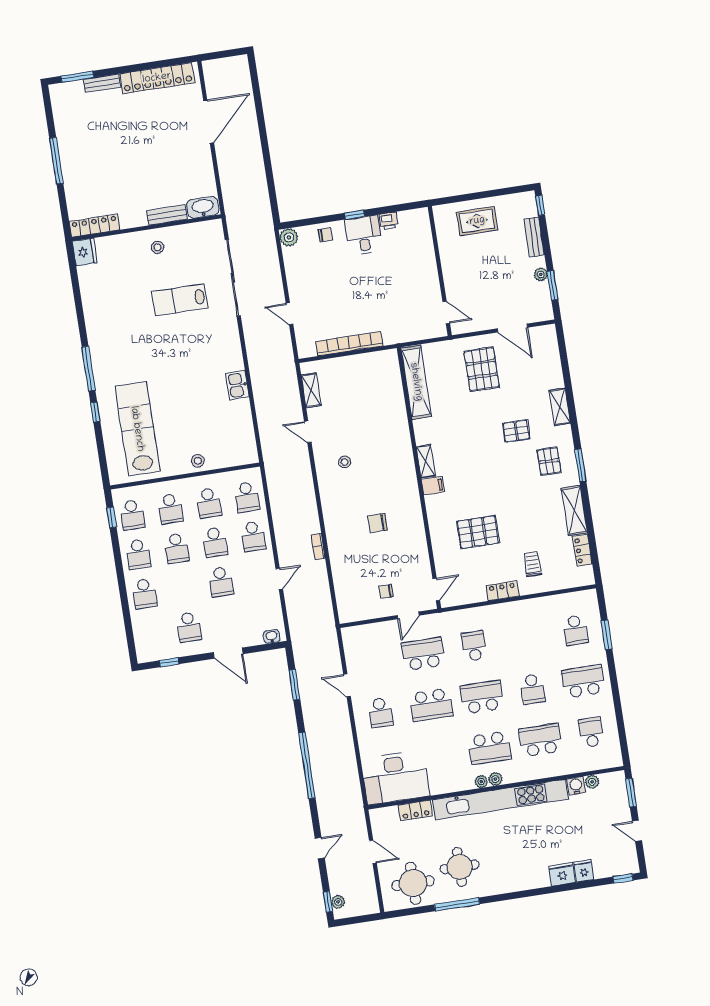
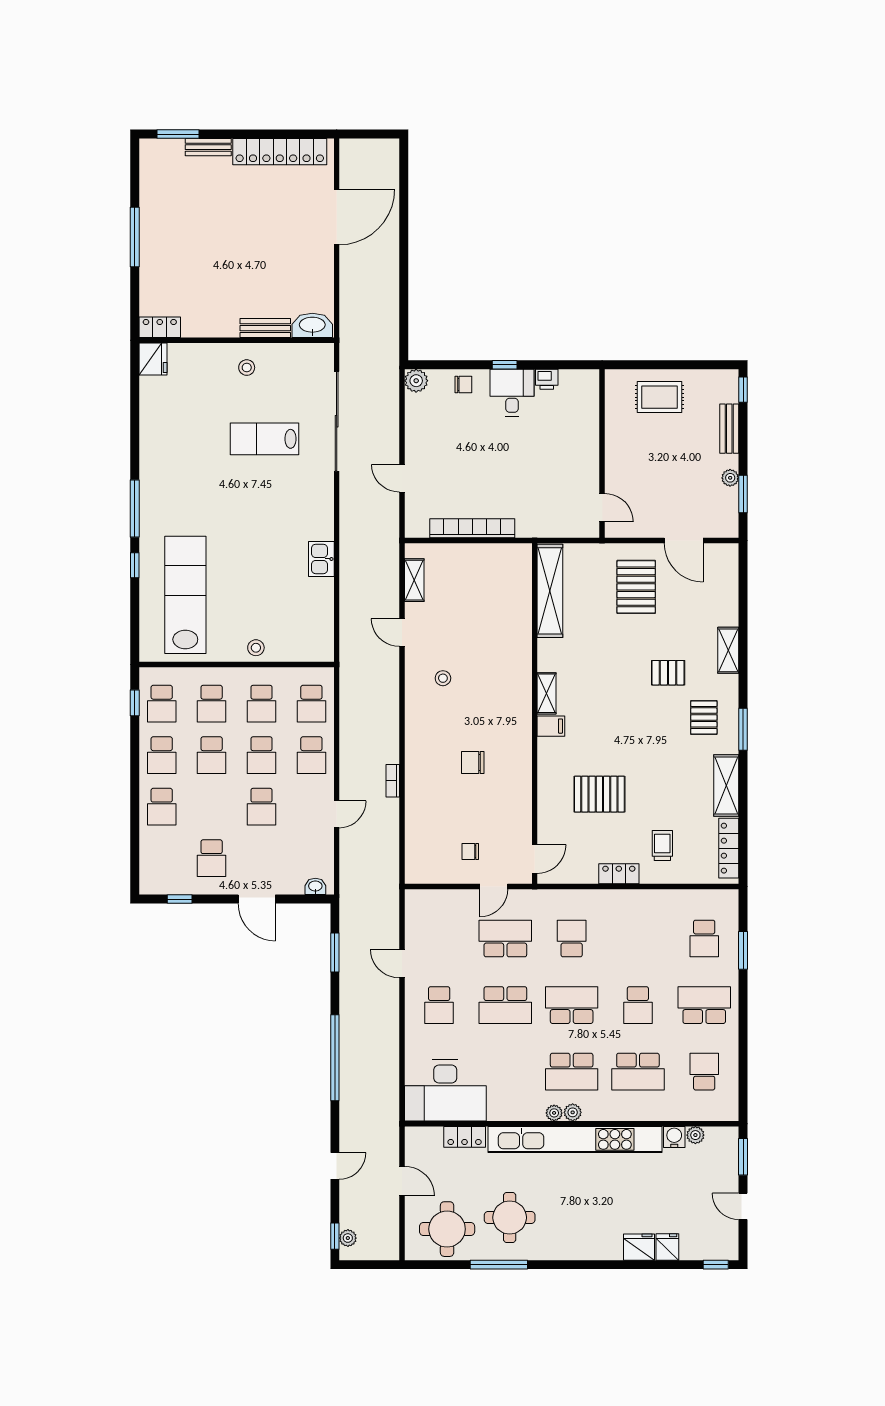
locker: (95, 226) -> (160, 327), width x0.66
locker: (582, 550) -> (729, 848), width x1.53
school desk: (540, 740) -> (638, 1072), turned 180

